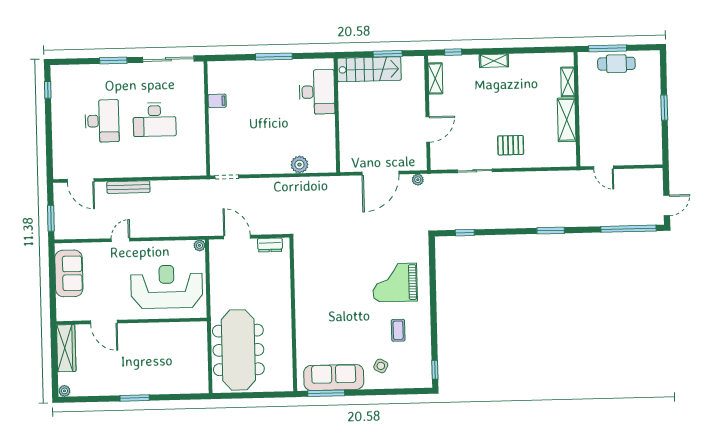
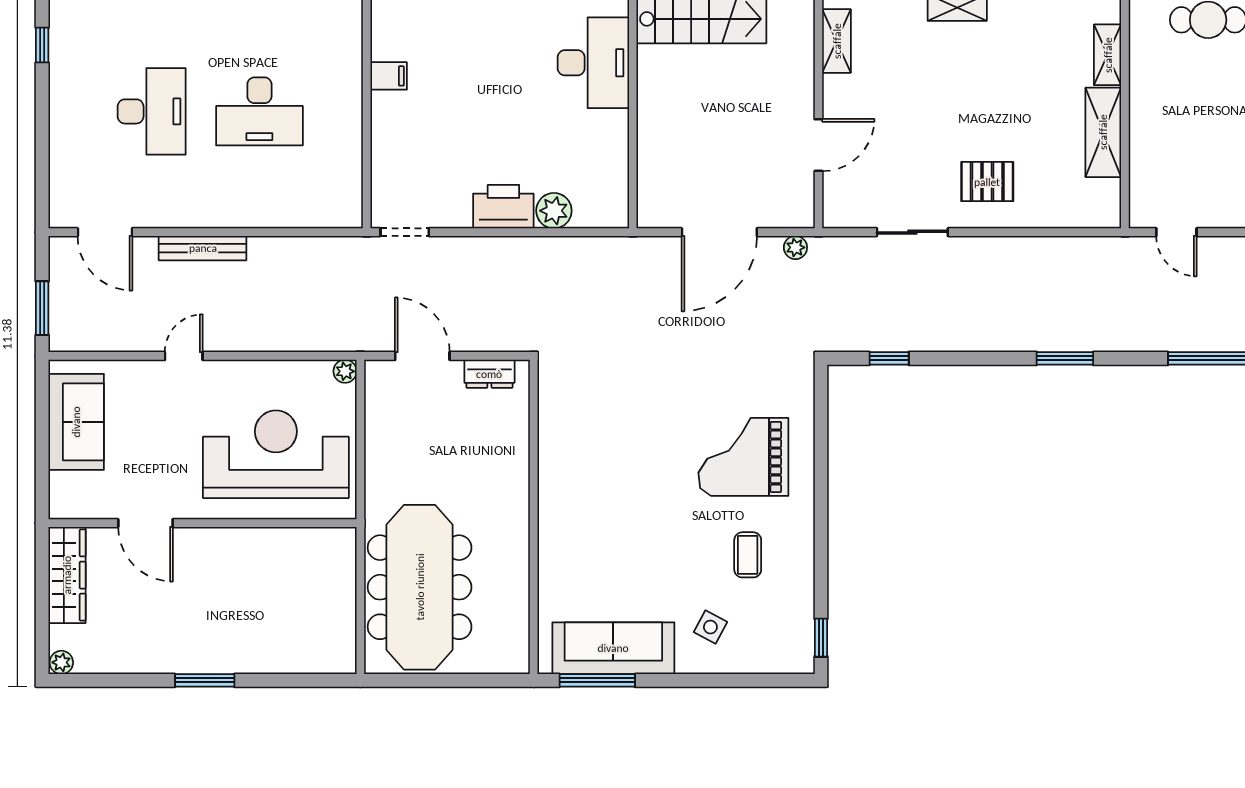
printer: (275, 163) -> (503, 207), added

